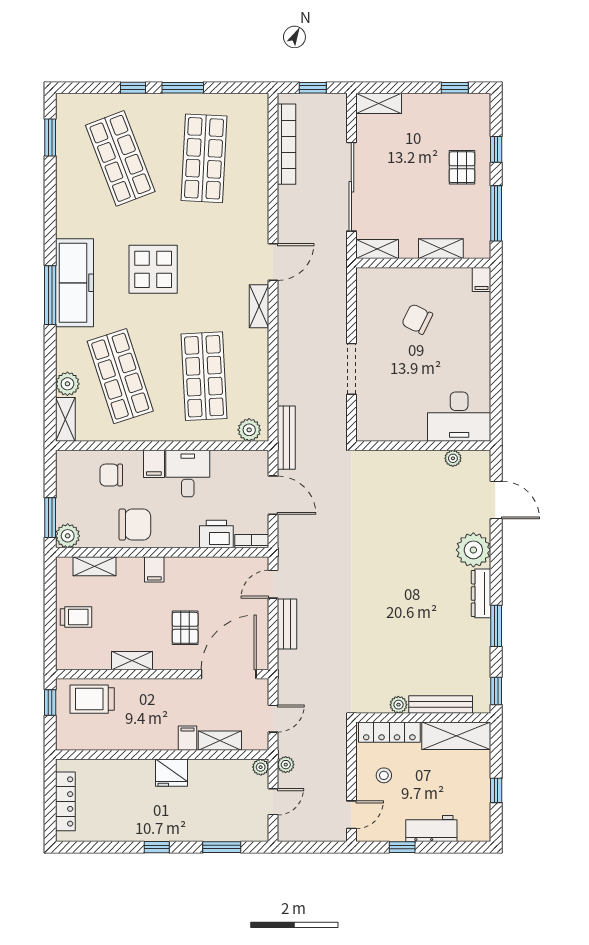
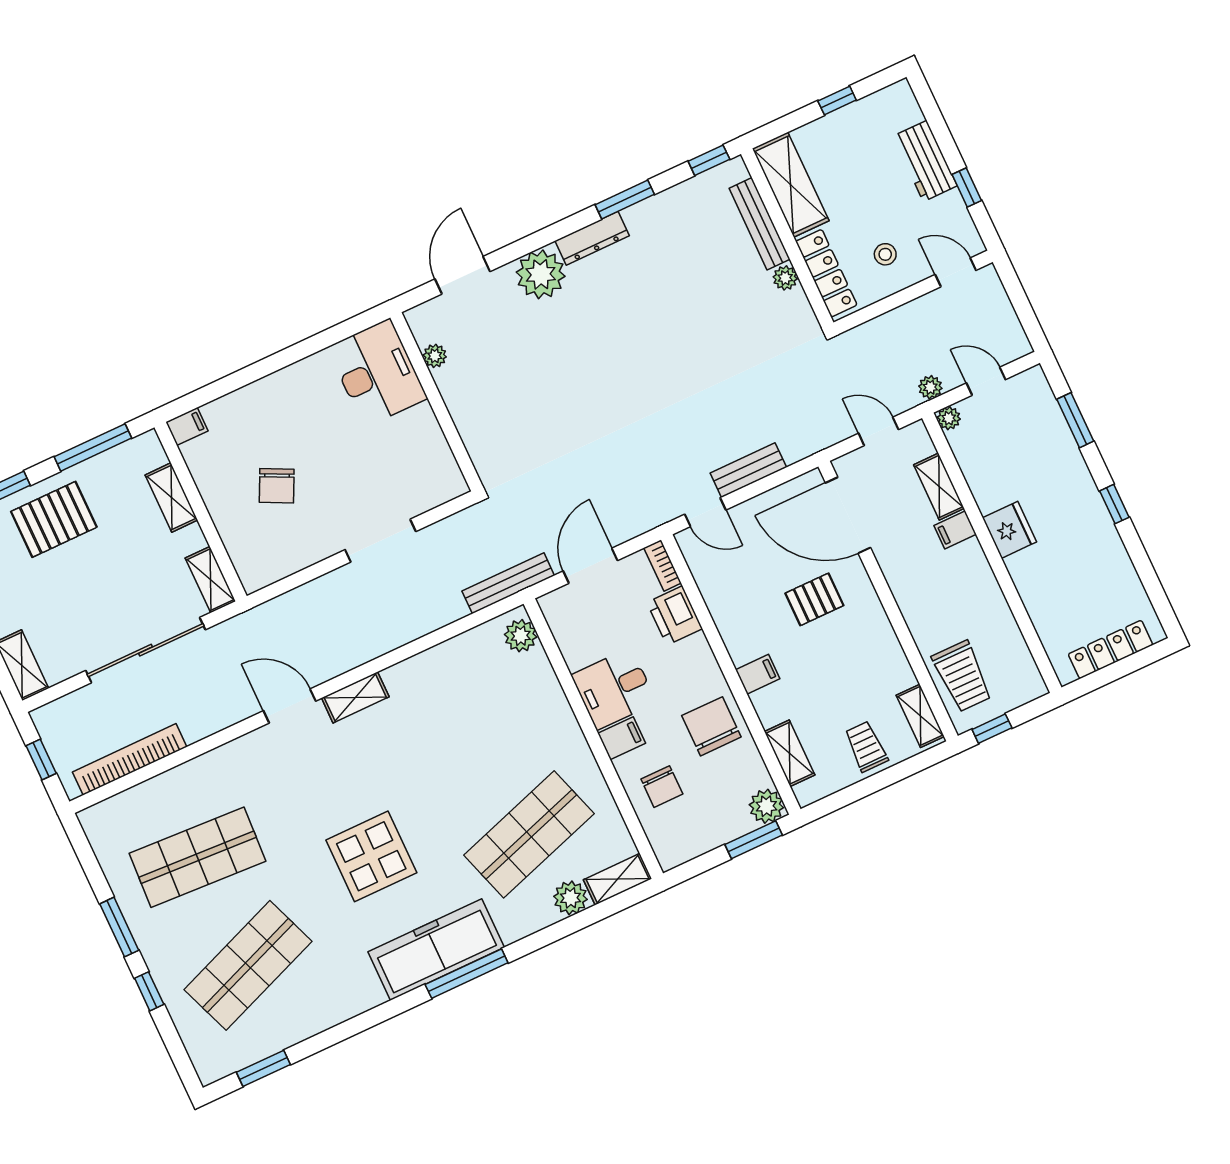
pallet: (462, 167) -> (54, 519), width x1.50, depth x1.42
shop shelf: (204, 376) -> (478, 726), removed
shelving: (132, 661) -> (920, 716), moved

